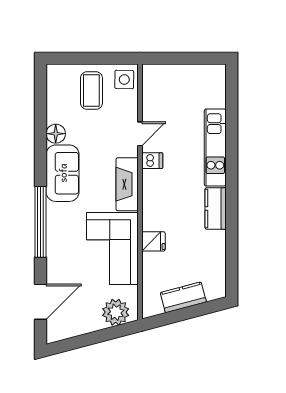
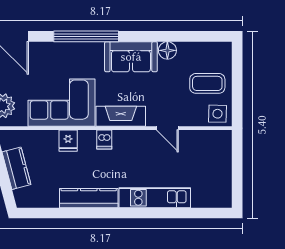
dishwasher: (152, 161) -> (104, 139), moved
kitchen counter: (216, 208) -> (89, 198), width x1.50

